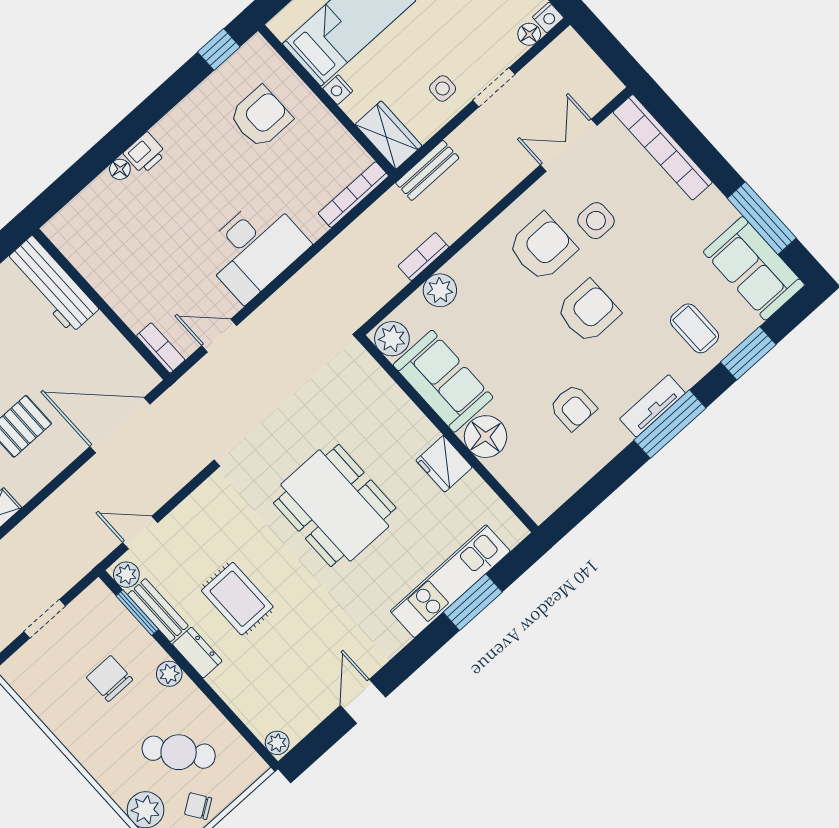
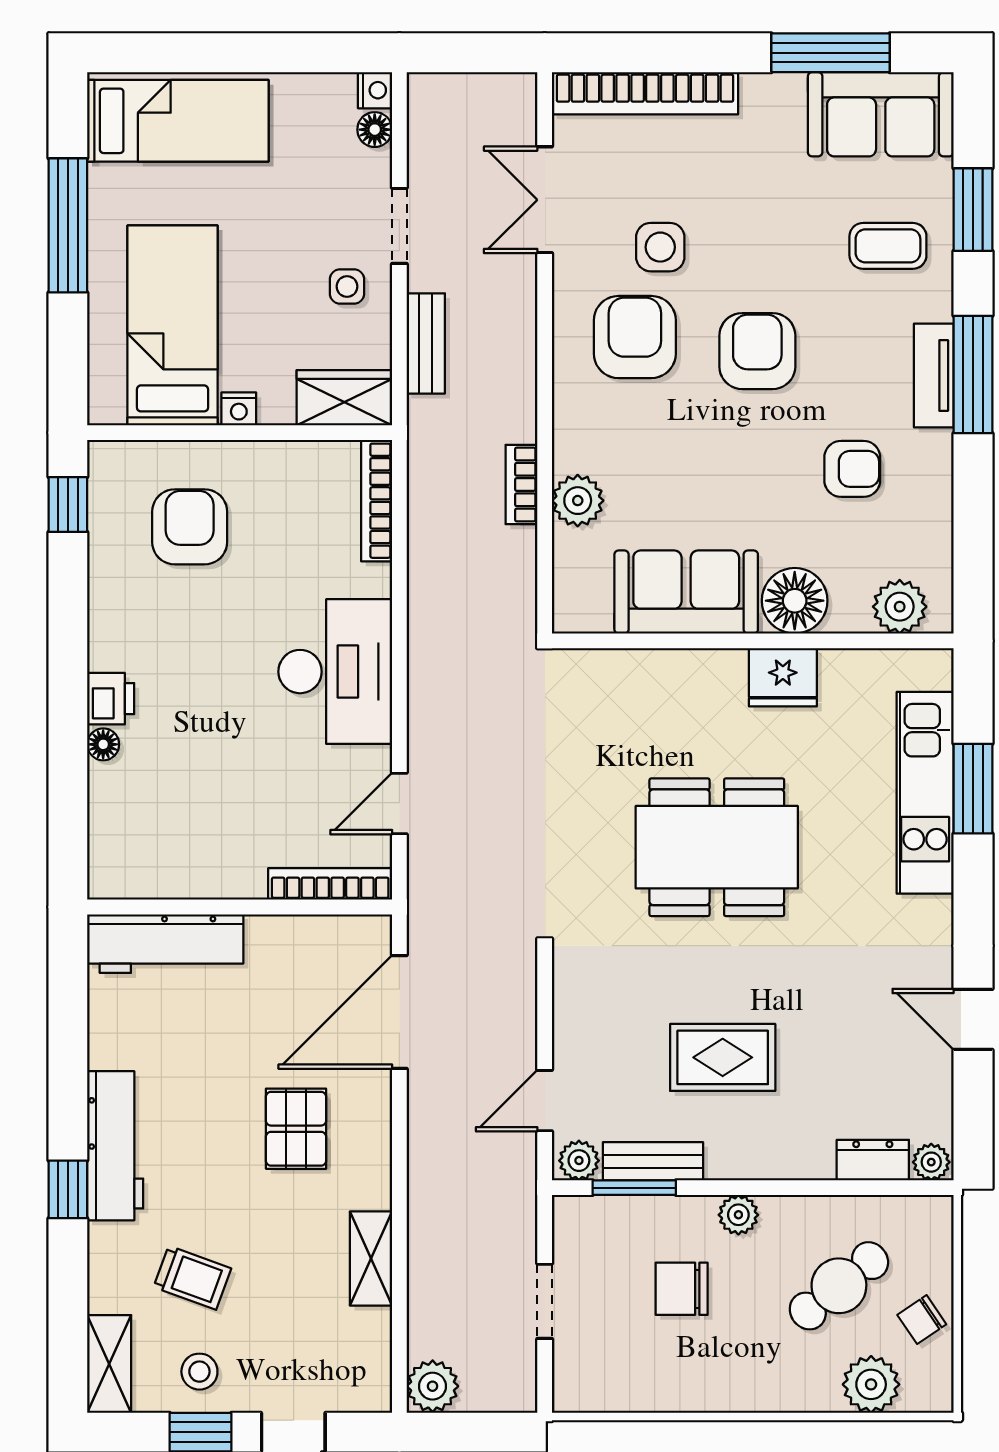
bench: (427, 170) -> (426, 343), moved
plant: (392, 339) -> (900, 607), moved
bookcase: (161, 348) -> (330, 884), width x1.56
dresser: (197, 653) -> (873, 1160), moved

